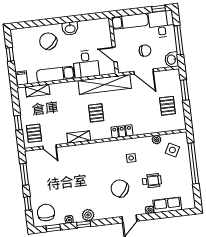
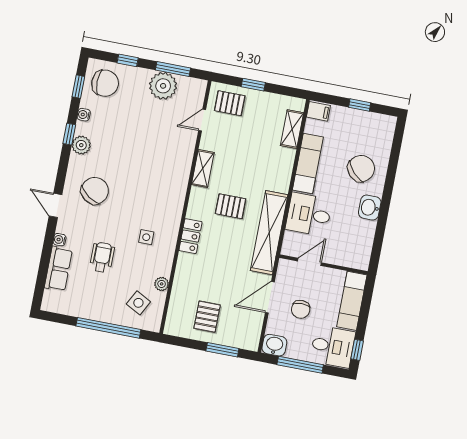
pallet: (167, 106) -> (207, 317), turned 90
plant: (36, 177) -> (163, 86), added
wheelchair: (152, 181) -> (102, 257), turned 180
chair: (120, 188) -> (95, 191), moved

